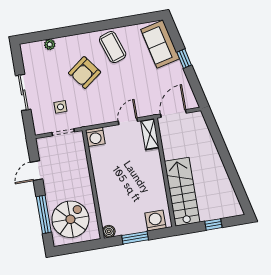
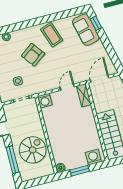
window: (184, 59) -> (96, 23), moved
spiral stairs: (70, 219) -> (33, 150), moved

